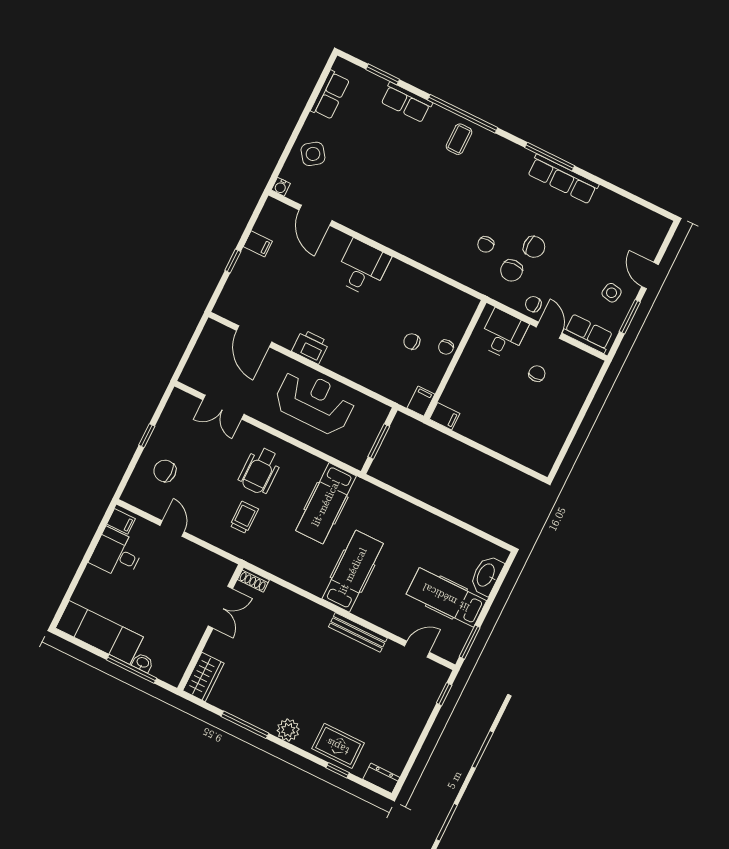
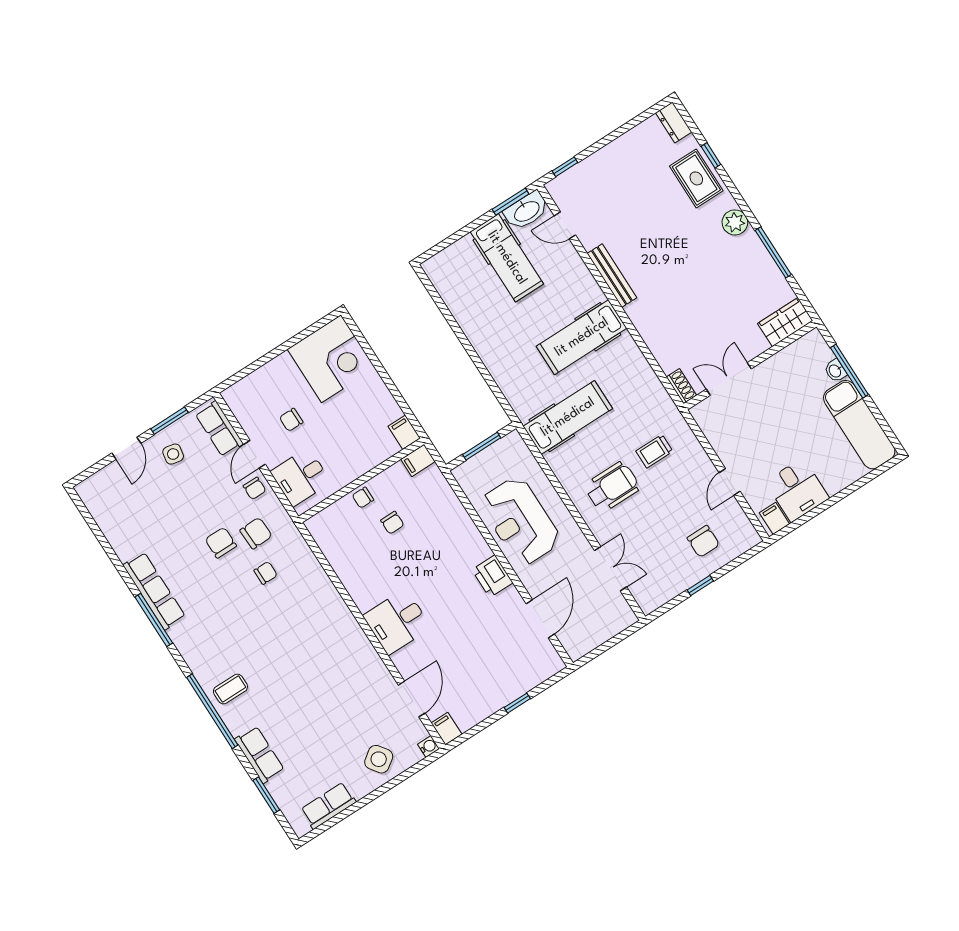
filing cabinet: (258, 244) -> (447, 729), moved
chair: (446, 347) -> (363, 498), turned 180
corner desk: (534, 439) -> (331, 359), added
washbasin: (486, 575) -> (526, 211), moved

